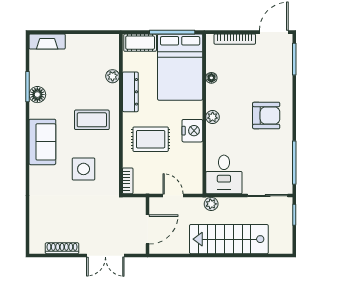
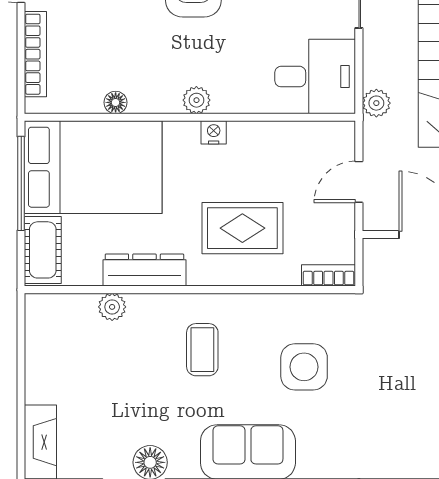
coffee table: (92, 120) -> (202, 350), width x0.73, depth x0.77
nightstand: (192, 131) -> (214, 132), width x0.53, depth x0.56
rug: (151, 139) -> (242, 228), turned 90

